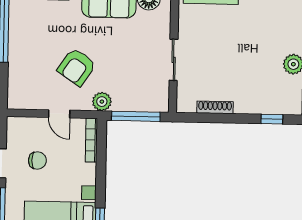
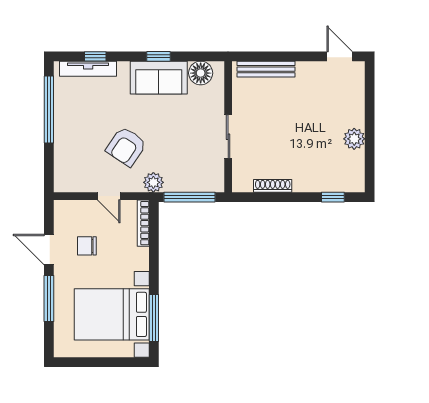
chair: (37, 160) -> (87, 246), turned 180

